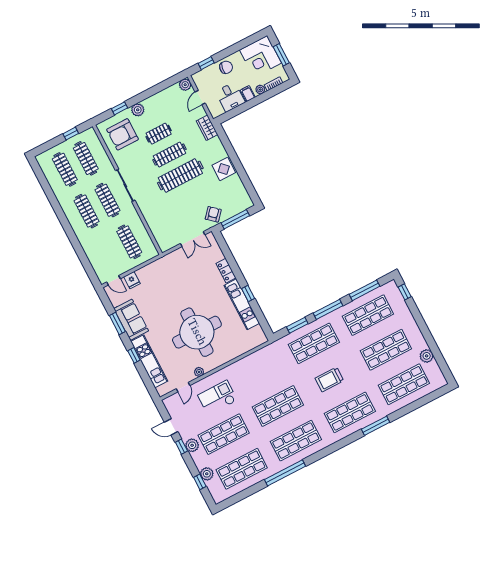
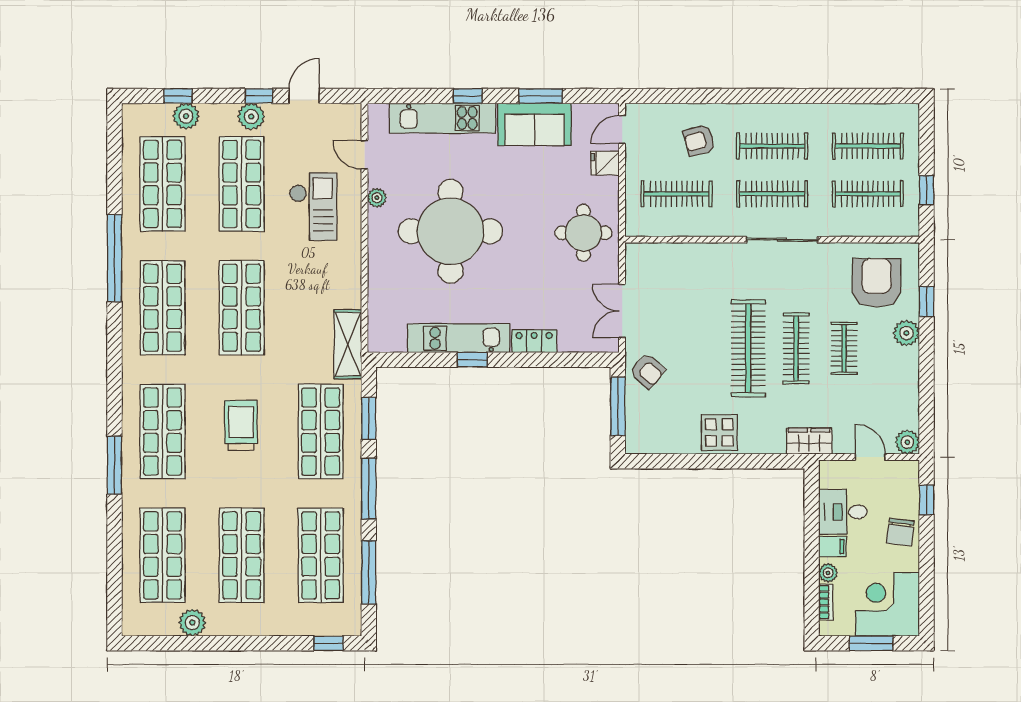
armchair: (101, 244) -> (699, 140), added
round table: (167, 274) -> (583, 233), added
shelving: (270, 351) -> (348, 344), added

